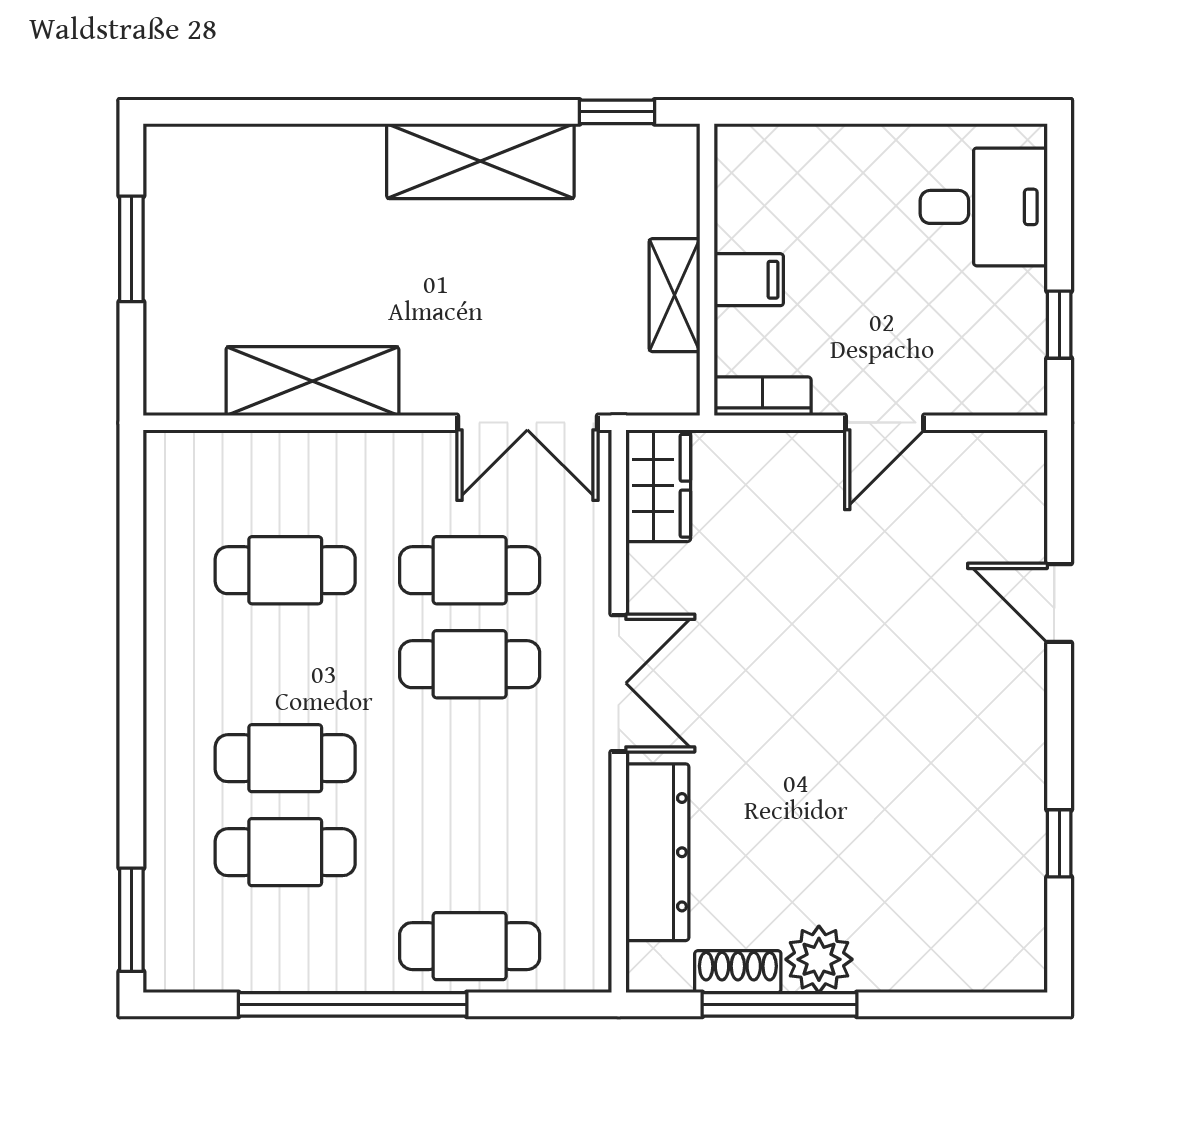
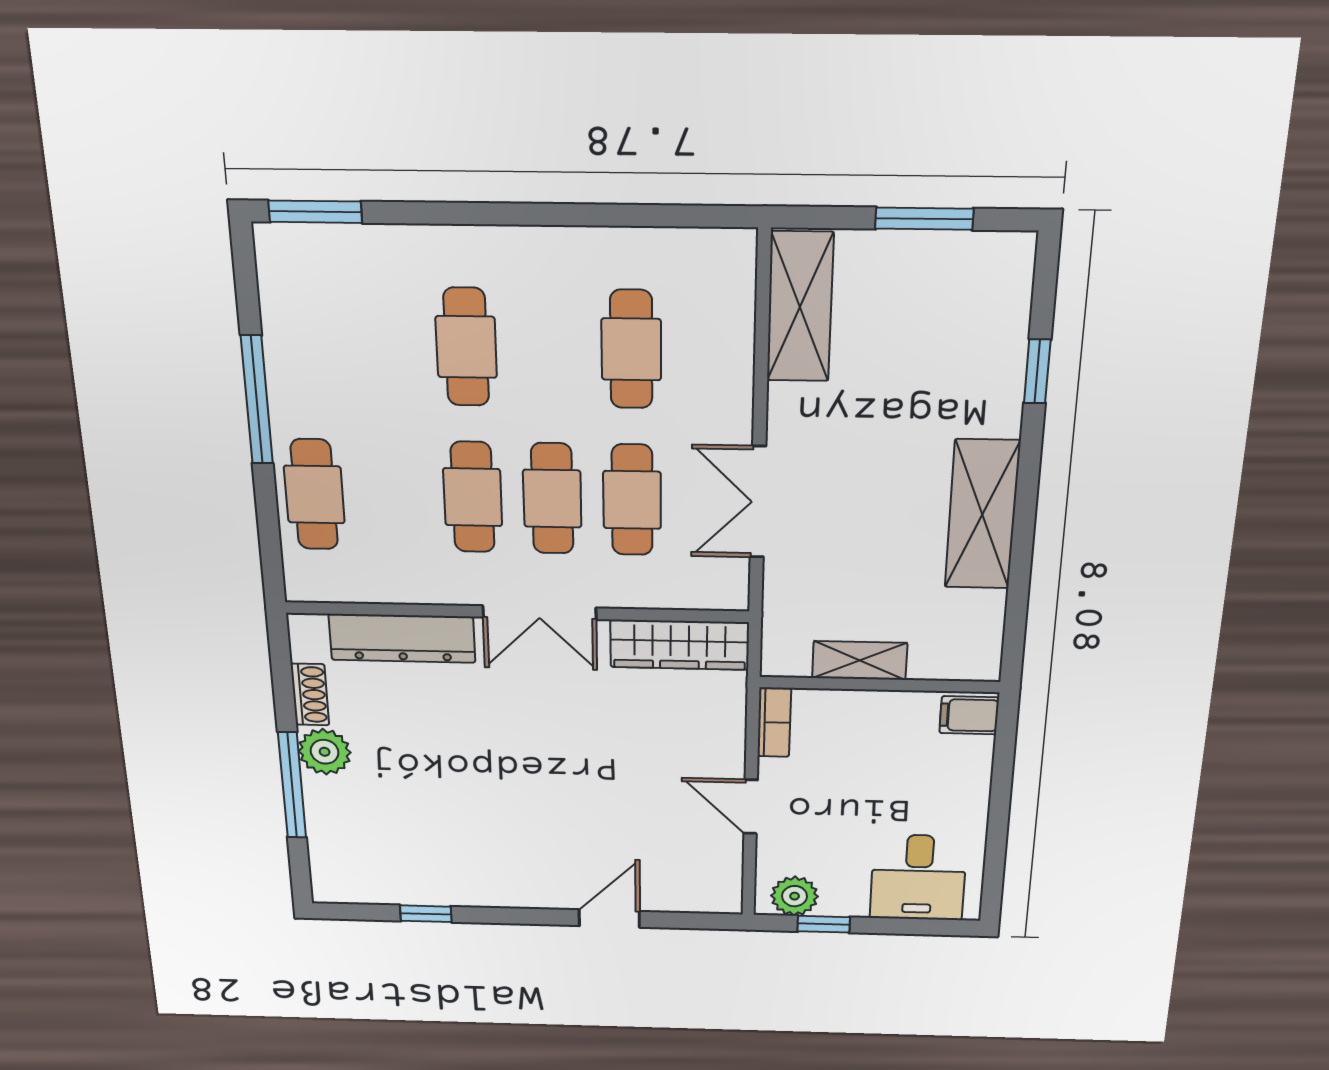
window: (617, 112) -> (1037, 371), moved
filing cabinet: (749, 280) -> (969, 715), moved, turned 90
plant: (1017, 364) -> (795, 896), added
shelving: (312, 381) -> (800, 307), moved
double door: (527, 423) -> (758, 502), moved
wardrobe: (658, 486) -> (680, 645), width x1.50
cafe table: (285, 852) -> (473, 497), moved
window: (353, 1004) -> (257, 400), width x0.68
window: (779, 1004) -> (292, 785), moved

